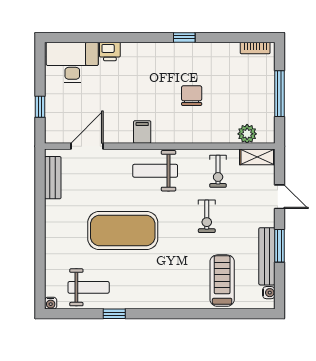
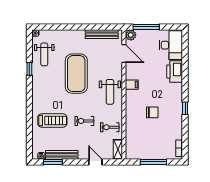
printer: (110, 51) -> (175, 71), width x1.87, depth x1.48
window: (40, 107) -> (146, 27), width x2.17
plant: (247, 134) -> (131, 35), moved
weight bench: (155, 171) -> (110, 92), turned 180
bench: (53, 178) -> (102, 34), width x1.36
door: (280, 197) -> (95, 162), swing flipped
window: (280, 246) -> (53, 162), moved
treadmill: (222, 281) -> (52, 120), moved

